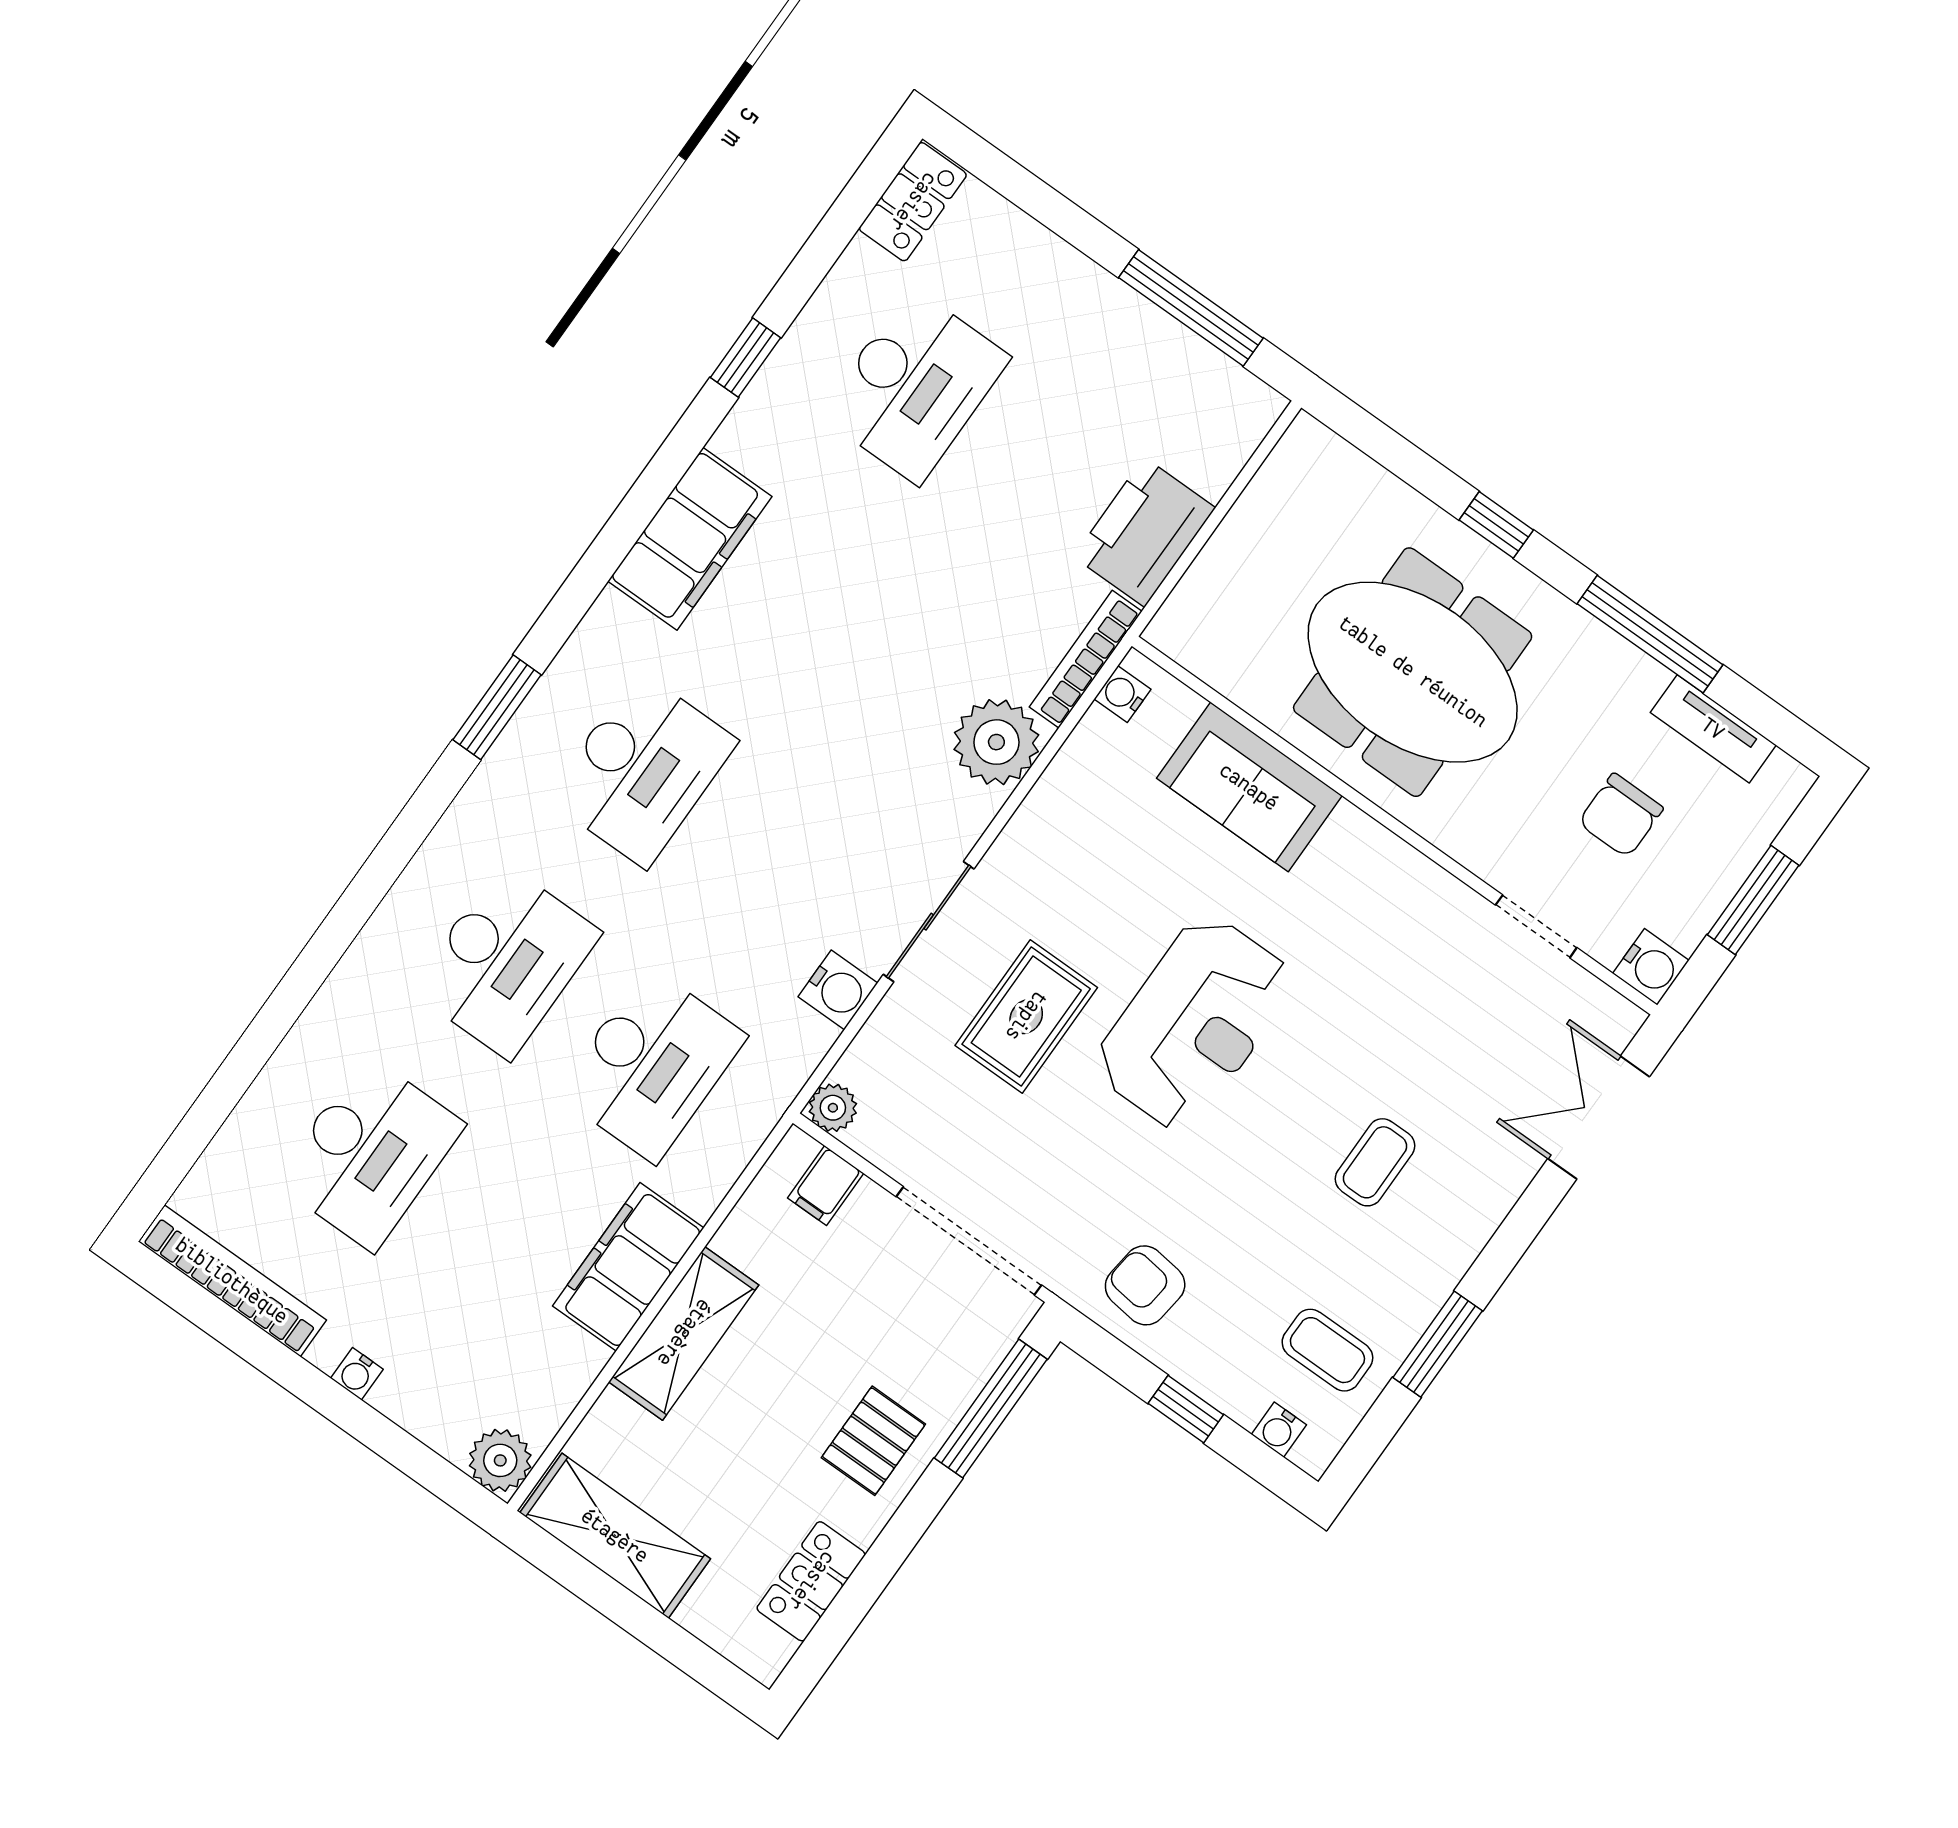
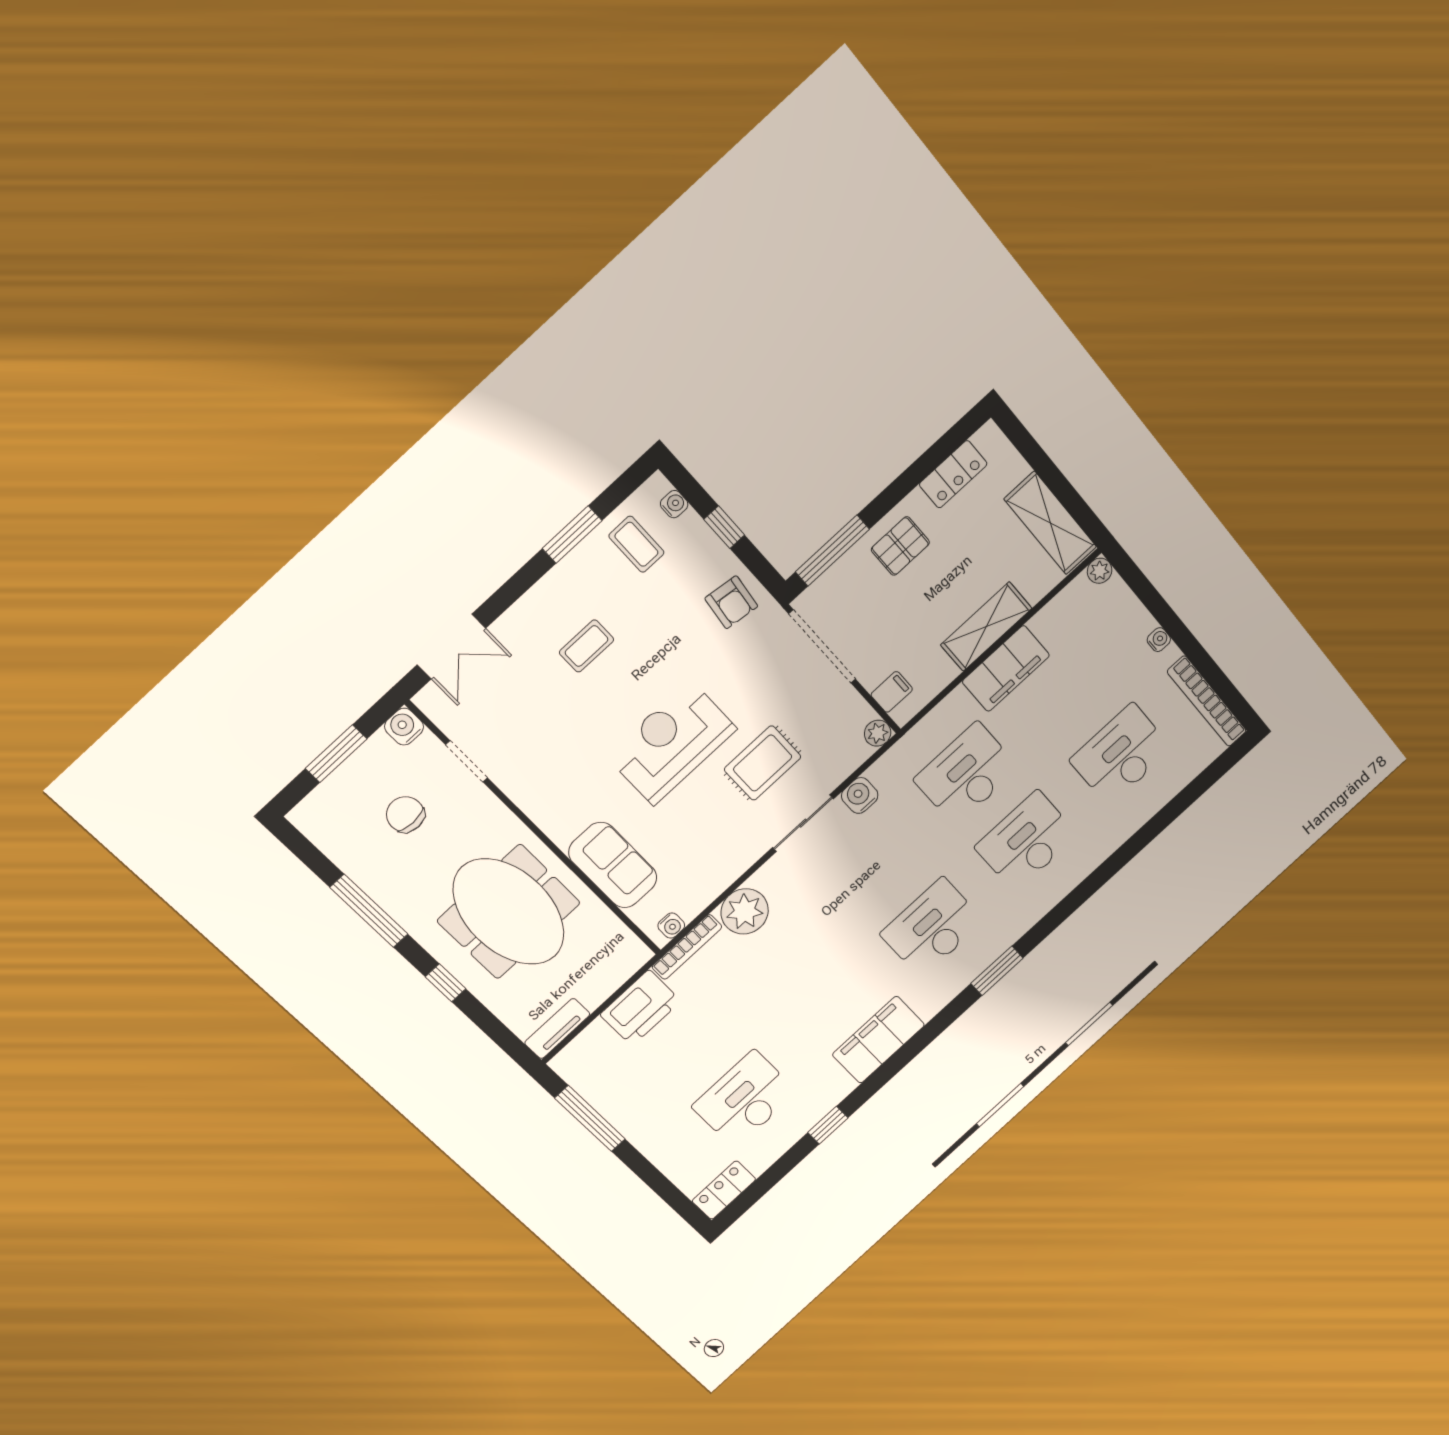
tv unit: (1713, 729) -> (557, 1028), moved, turned -90
chair: (1621, 815) -> (405, 814), turned -90
plant: (500, 1460) -> (1100, 571), width x0.73, depth x0.73

